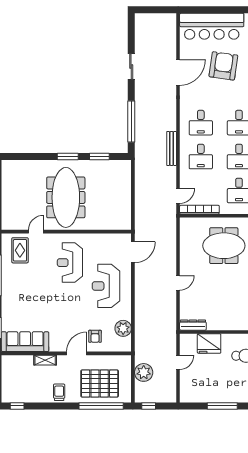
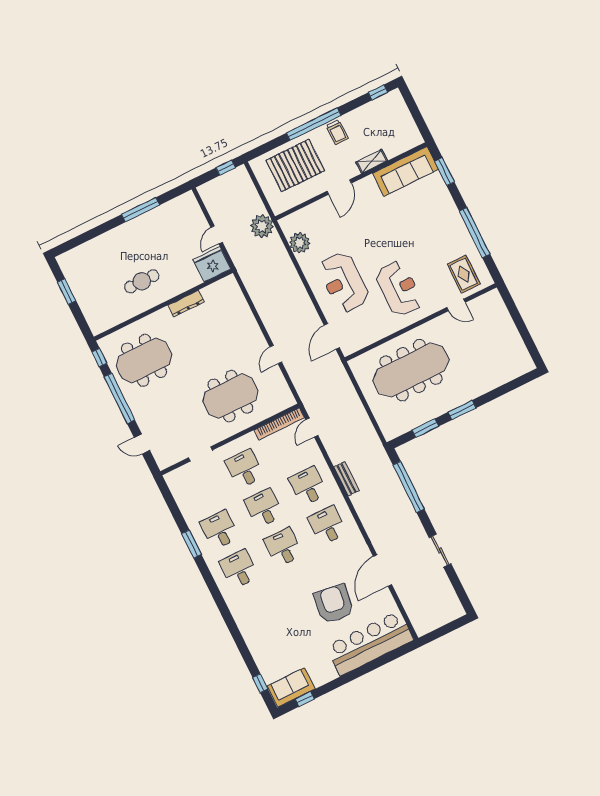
armchair: (223, 66) -> (334, 604), turned 180
bench: (172, 148) -> (346, 479), width x0.73
meeting table: (66, 197) -> (411, 370), moved, turned 90
door: (36, 232) -> (456, 305), hinge flipped
door: (178, 283) -> (276, 354), moved
reception desk: (106, 286) -> (344, 282), turned 180
dresser: (193, 325) -> (186, 304), moved
armchair: (95, 336) -> (328, 218), removed
fridge: (209, 344) -> (212, 264), moved
plant: (144, 372) -> (262, 226), moved
window: (101, 406) -> (314, 124), moved

